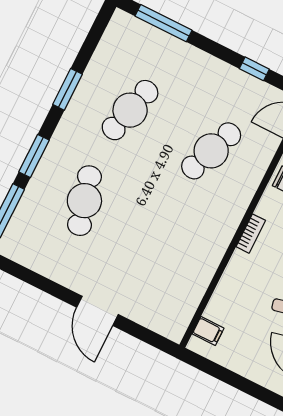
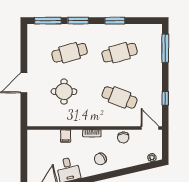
cafe table: (130, 110) -> (120, 53), turned -30
round table: (150, 246) -> (64, 92), added
filing cabinet: (208, 331) -> (66, 136), moved

